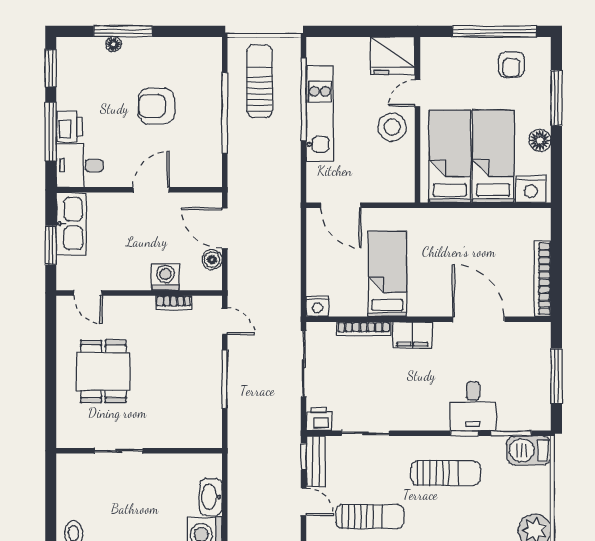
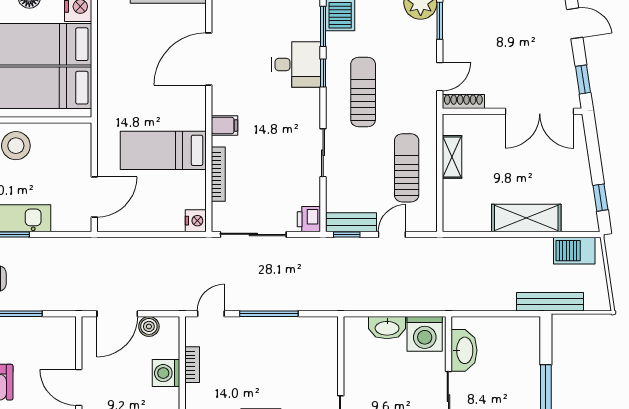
filing cabinet: (412, 335) -> (224, 125), width x0.50
sliding door: (365, 433) -> (323, 153), moved

